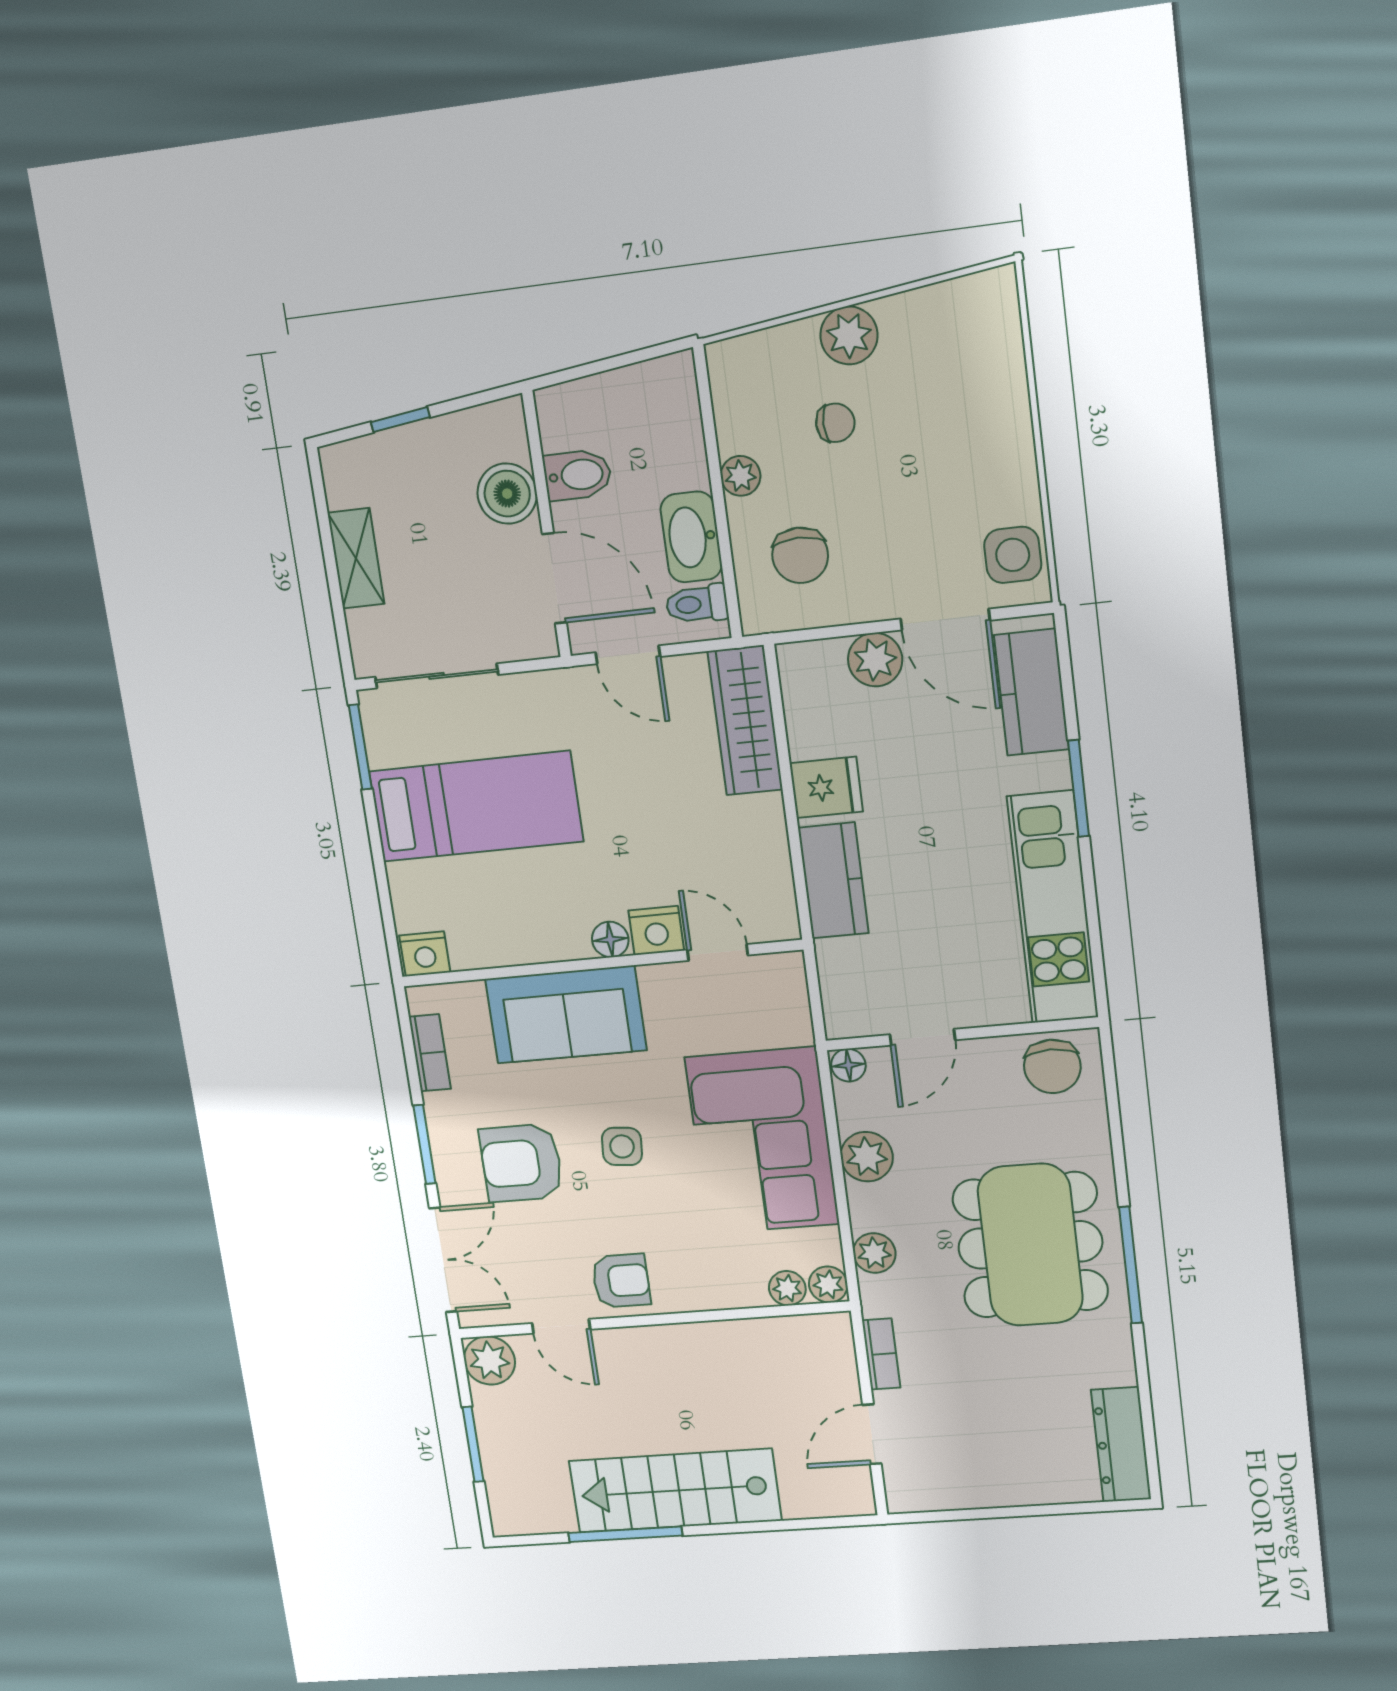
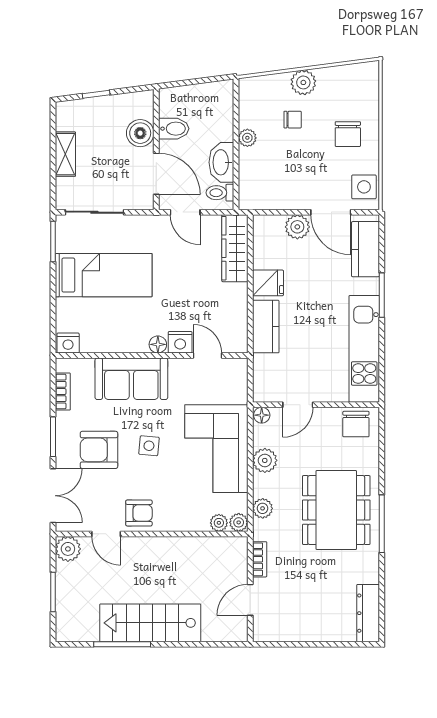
chair: (800, 555) -> (348, 134), moved

